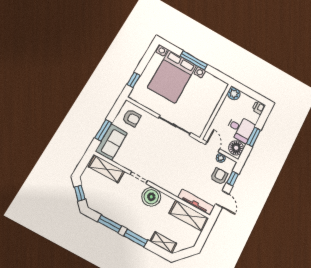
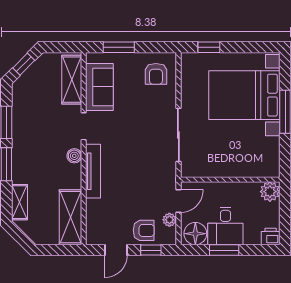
sofa: (111, 142) -> (99, 87), moved, turned -90
boiler: (151, 197) -> (74, 156), width x0.54, depth x0.54
tv unit: (196, 202) -> (93, 171), moved

